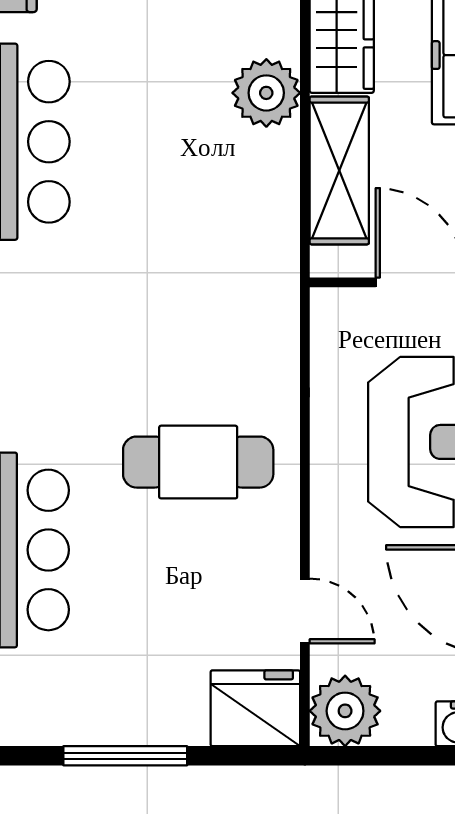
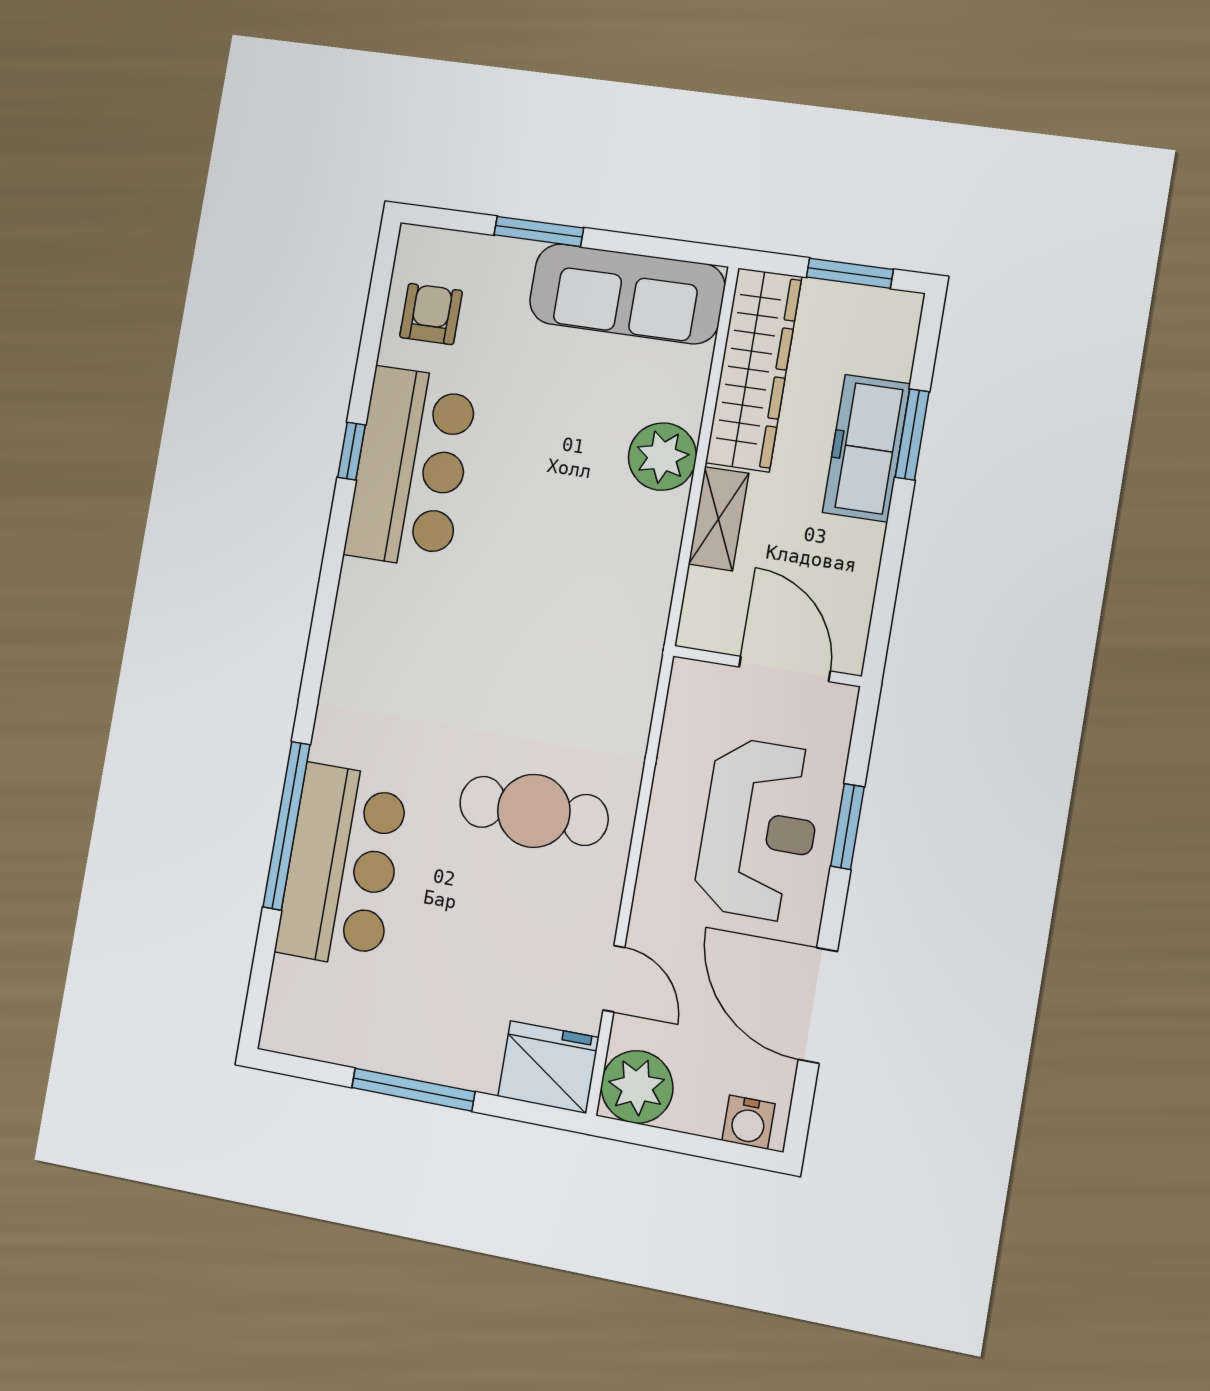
shelving: (339, 170) -> (719, 519), width x0.67, depth x0.75

